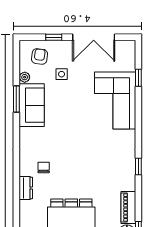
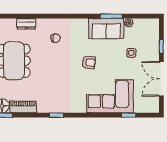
armchair: (40, 56) -> (89, 62), moved
dresser: (26, 188) -> (26, 24), moved

